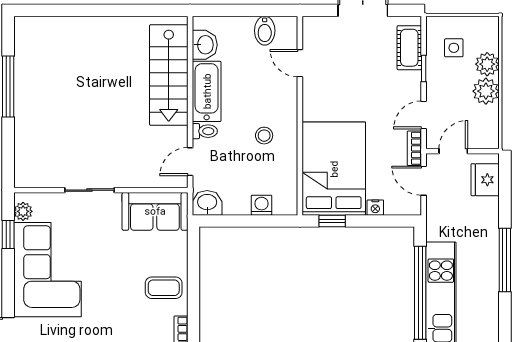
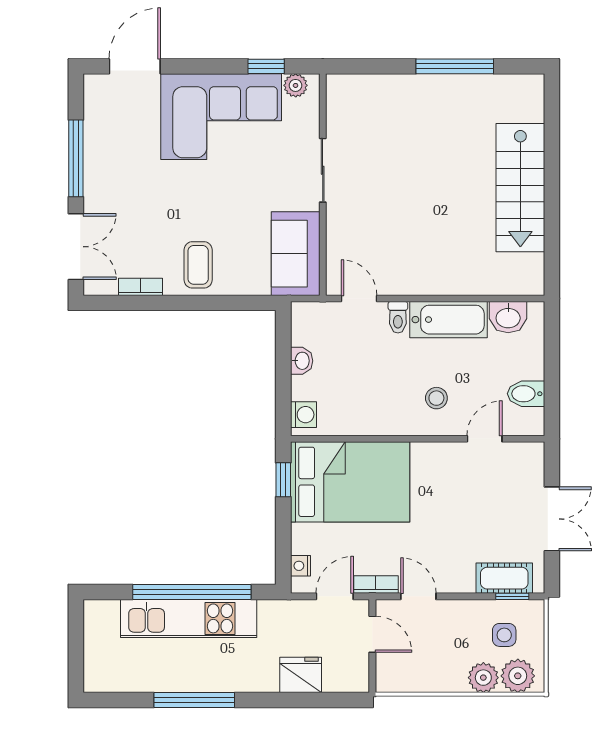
window: (424, 69) -> (512, 596), moved
stairs: (169, 75) -> (520, 188), moved, turned -90
plant: (486, 91) -> (518, 676), moved
stool: (264, 136) -> (436, 398), moved
fridge: (485, 180) -> (301, 675), moved
washbasin: (207, 203) -> (302, 361), moved, width x0.72, depth x0.69
washing machine: (262, 205) -> (303, 415), moved
nightstand: (375, 208) -> (300, 566), moved
window: (505, 260) -> (194, 700), moved

